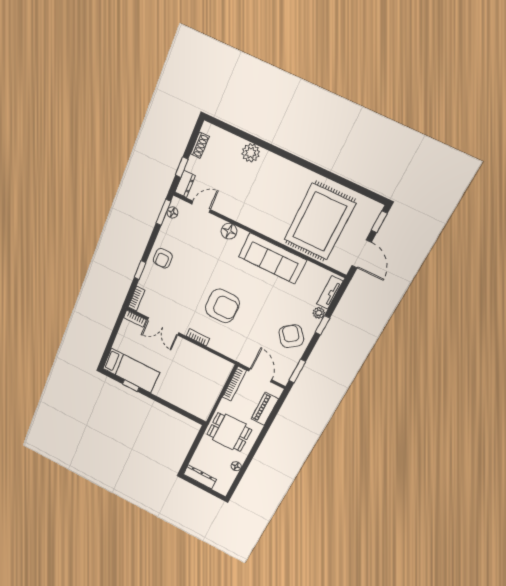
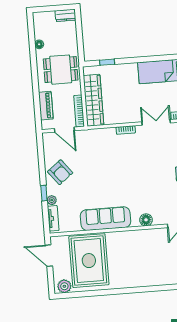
plant: (251, 153) -> (64, 286), moved
window: (379, 222) -> (51, 282), removed
armchair: (222, 306) -> (121, 165), removed
window: (297, 371) -> (41, 149), removed
wardrobe: (214, 385) -> (93, 100), added
window: (131, 386) -> (107, 62), moved
dresser: (200, 477) -> (65, 15), width x0.70

